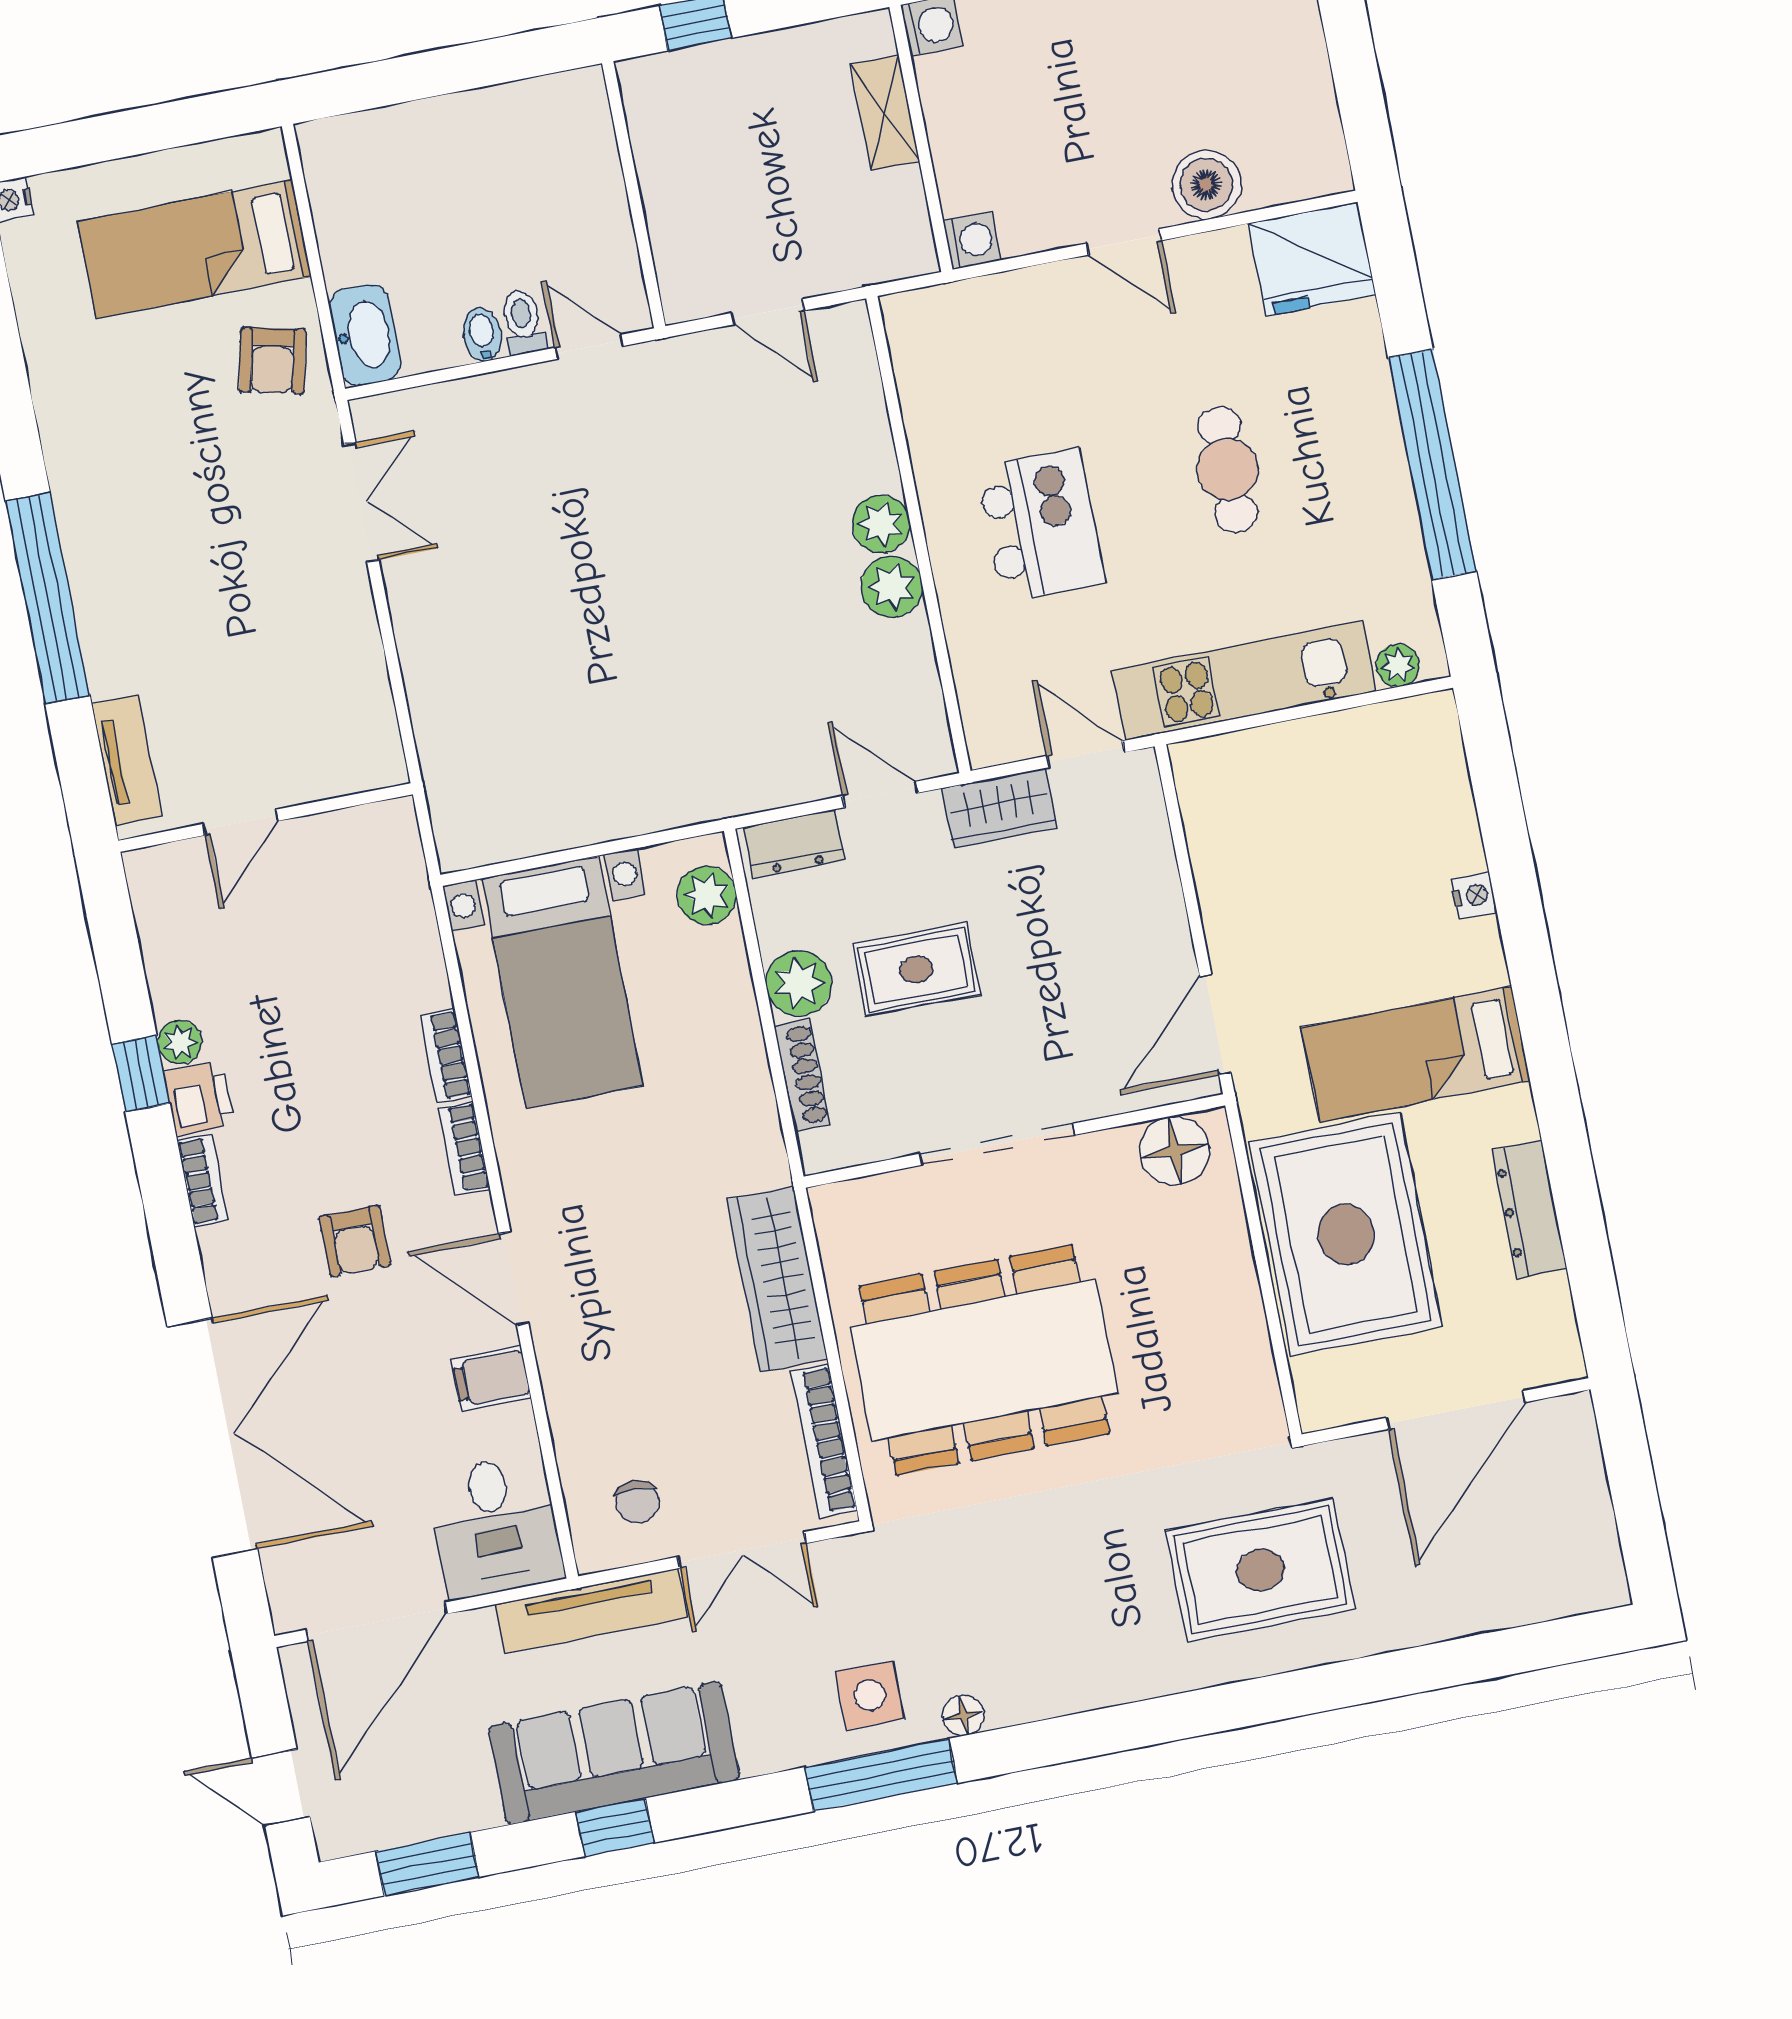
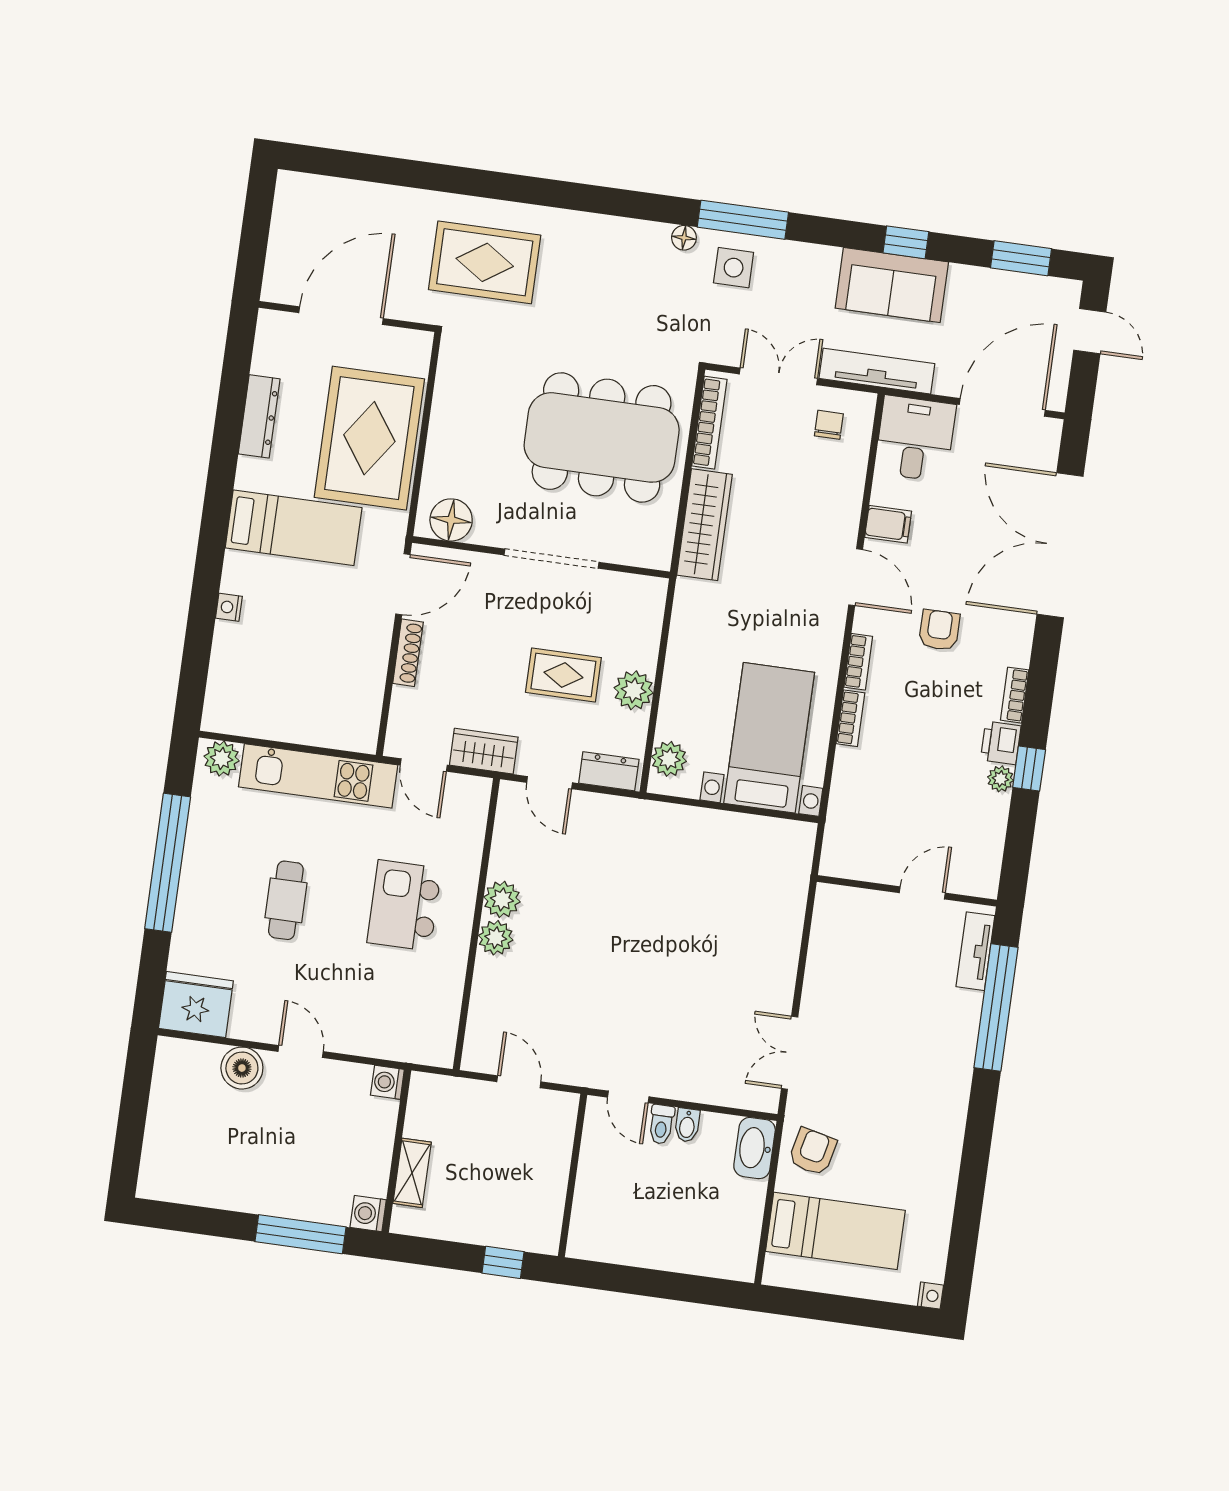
window: (48, 598) -> (996, 1007), moved
plant: (1398, 665) -> (222, 759), width x1.38, depth x1.38
shoe rack: (802, 1075) -> (408, 653), moved, turned 180
sofa: (614, 1753) -> (892, 285), width x0.73

